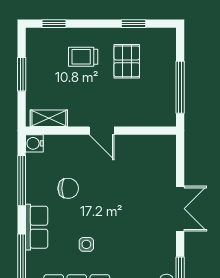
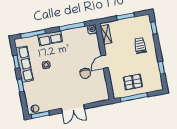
pallet: (127, 61) -> (133, 82), moved
chair: (68, 188) -> (85, 73), moved

